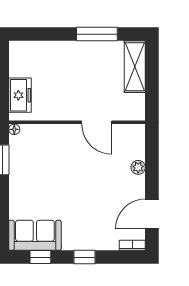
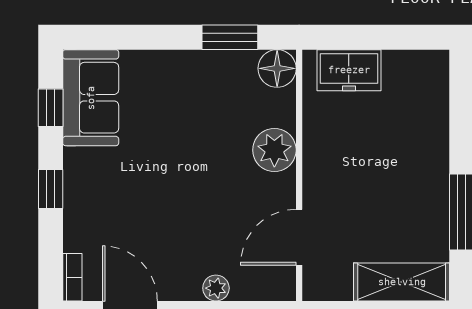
door: (97, 122) -> (299, 237), moved
floor lamp: (14, 129) -> (277, 68), width x1.89, depth x1.89
plant: (63, 136) -> (274, 150), added

